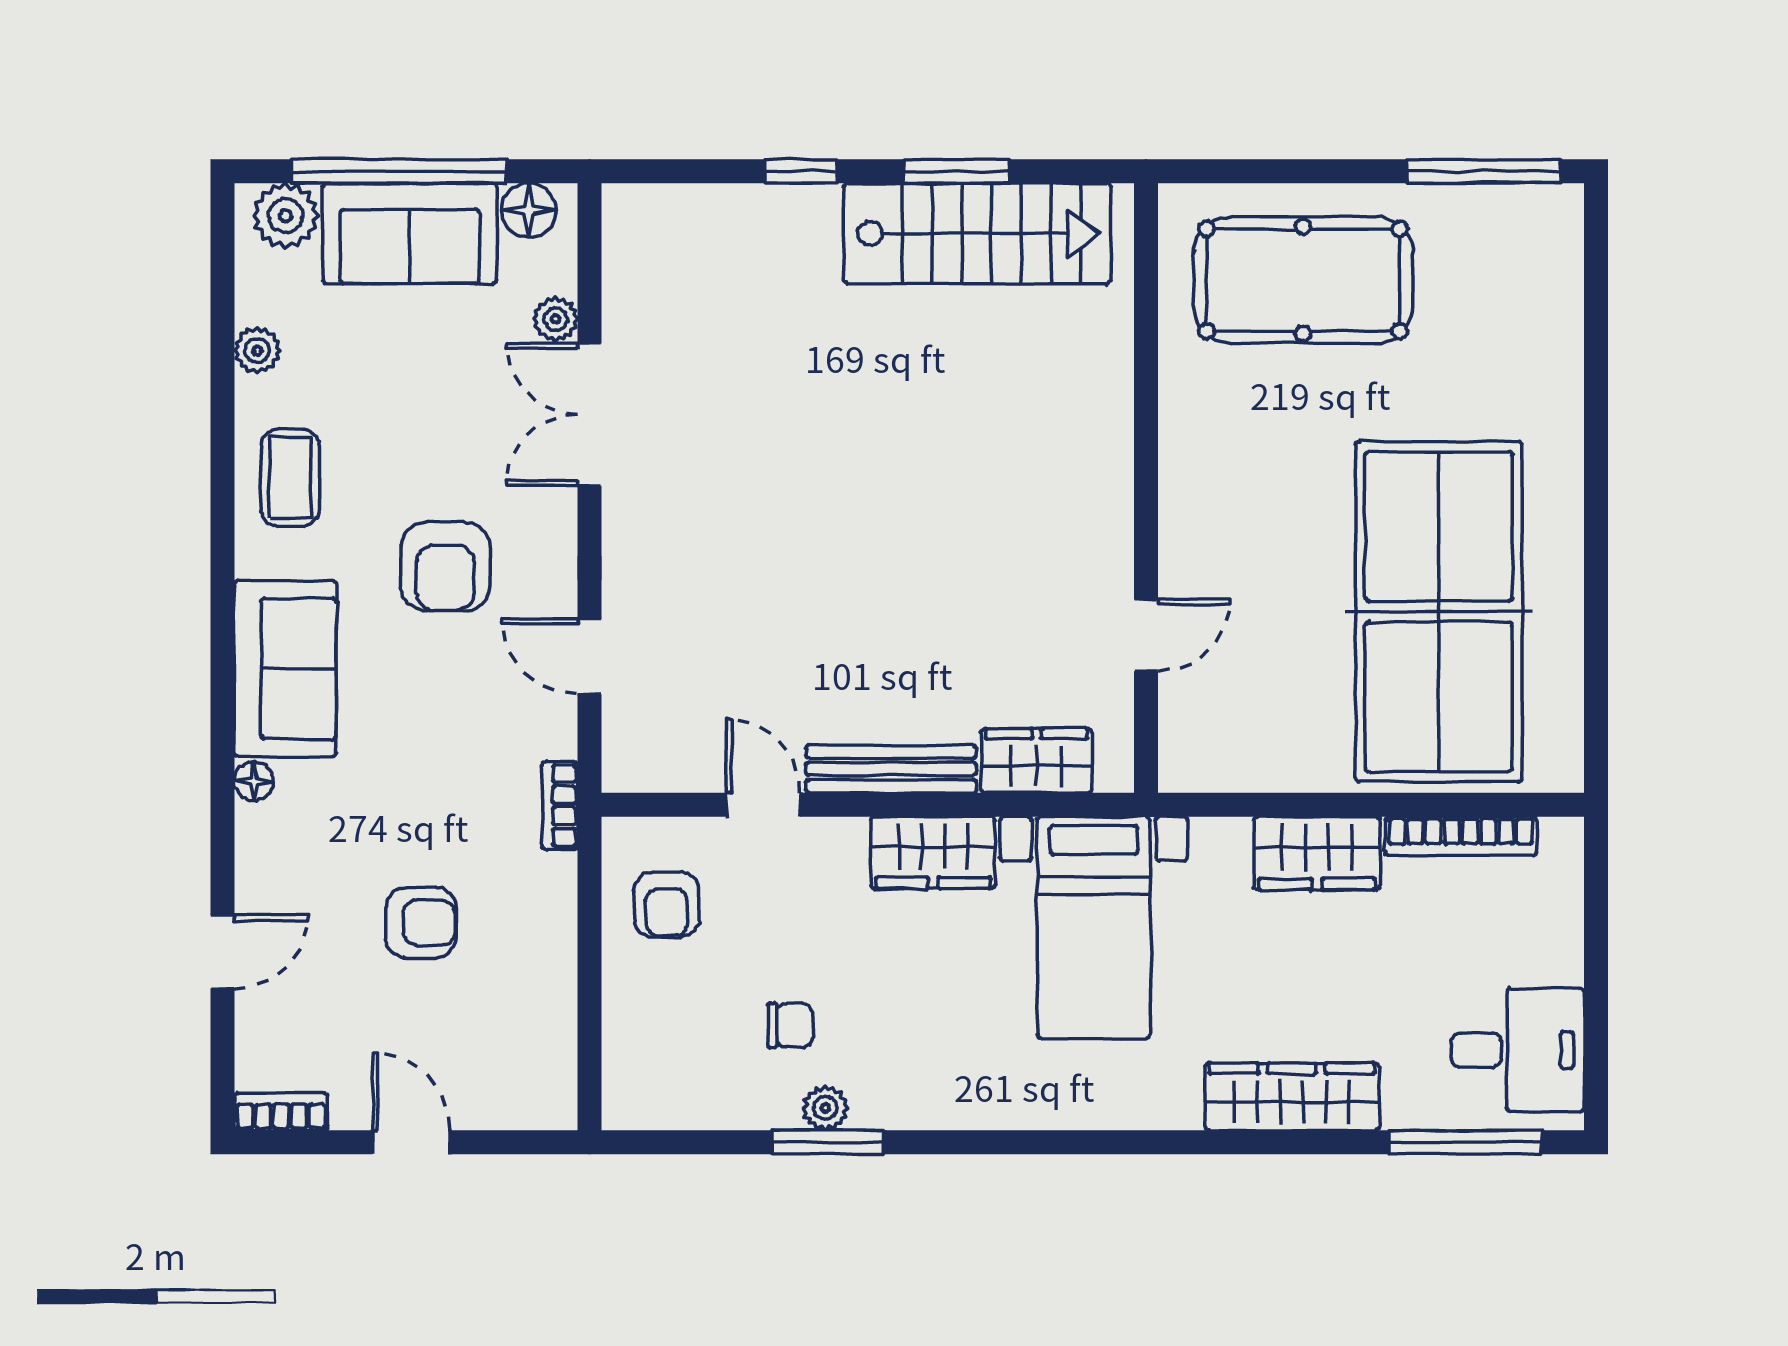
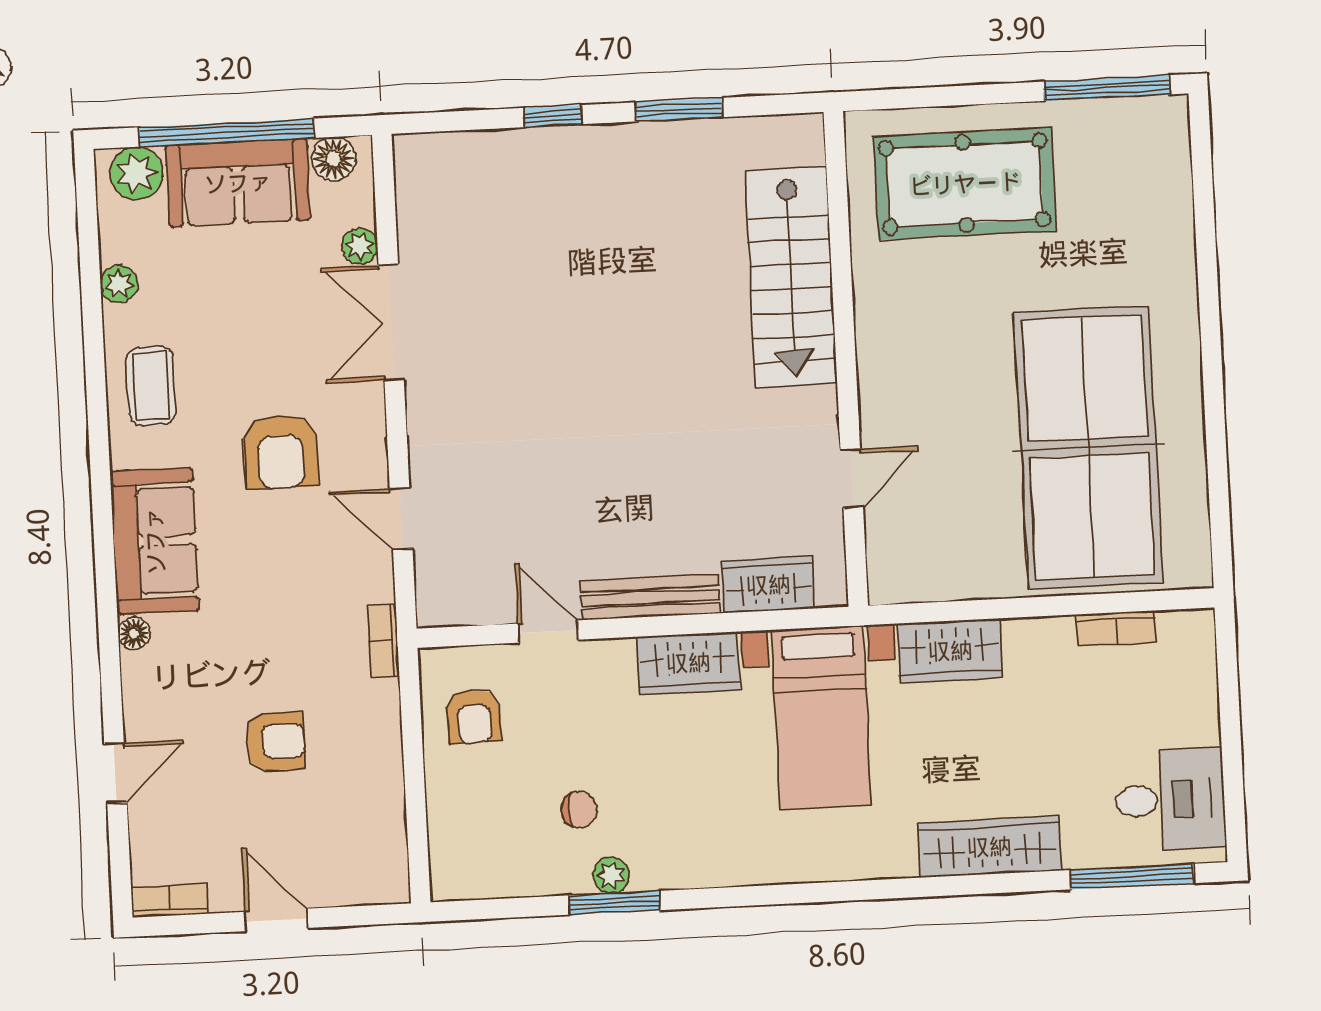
stairs: (977, 233) -> (791, 277), moved, turned 90
bookcase: (1461, 836) -> (1116, 628), width x0.64
wardrobe: (1317, 853) -> (950, 651), moved

